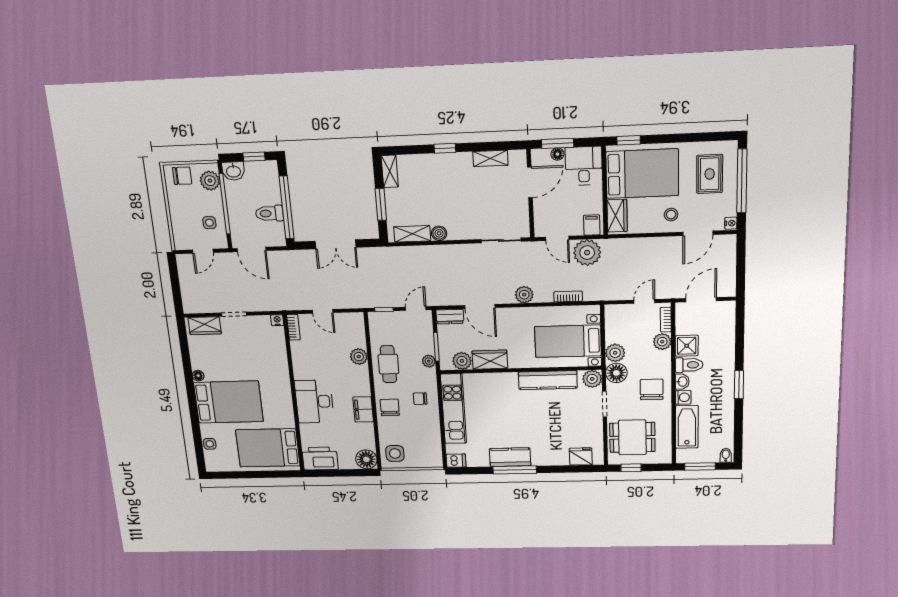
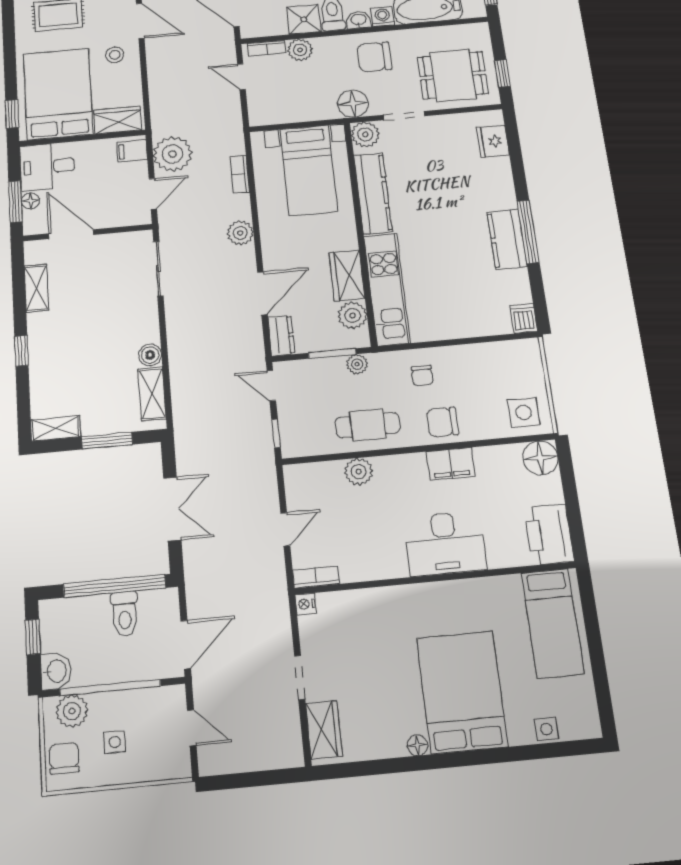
side table: (209, 223) -> (115, 742), moved
plant: (615, 353) -> (322, 108), removed
kitchen unit: (453, 409) -> (387, 289), moved, turned 90
dining table: (632, 437) -> (453, 75), turned 90
bed: (268, 448) -> (553, 623), width x0.67

